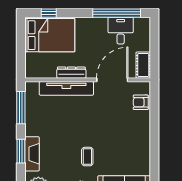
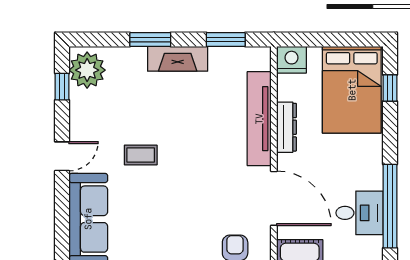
nightstand: (33, 70) -> (292, 60), added
window: (21, 108) -> (226, 40), width x0.69
fireplace: (32, 154) -> (178, 59), moved

